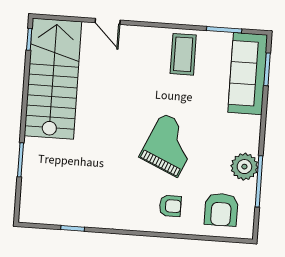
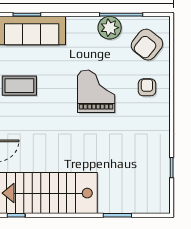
grand piano: (170, 145) -> (96, 91), turned 66
armchair: (221, 210) -> (147, 45), turned 128

